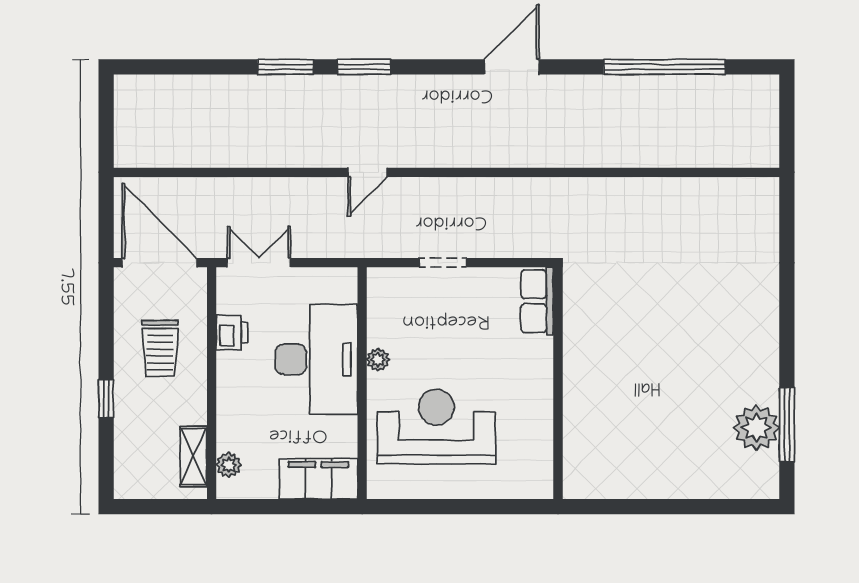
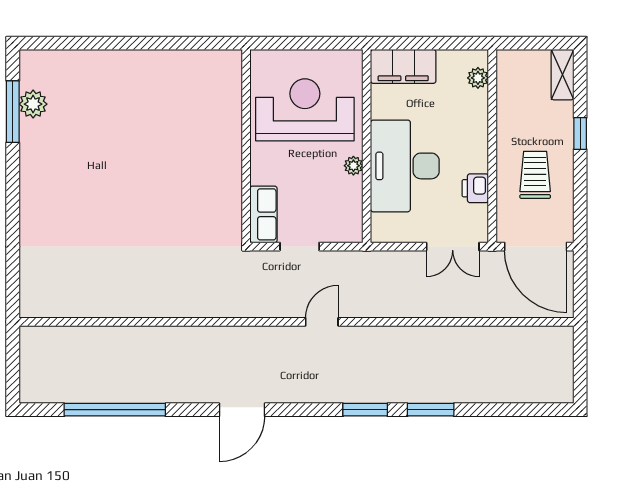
door: (367, 172) -> (322, 322), moved
row of seats: (537, 301) -> (264, 214), moved
wall: (558, 383) -> (246, 146), moved
reception desk: (436, 427) -> (305, 110), turned 180
plant: (756, 428) -> (33, 104), width x0.73, depth x0.73
shelving: (193, 456) -> (563, 75), moved

